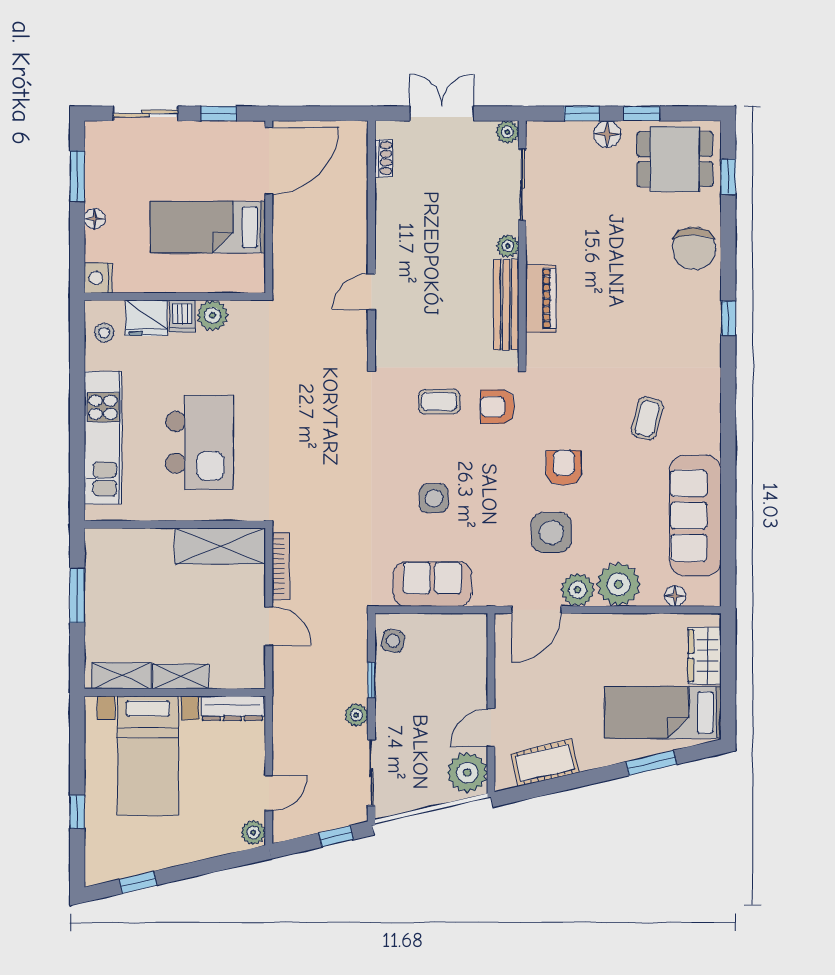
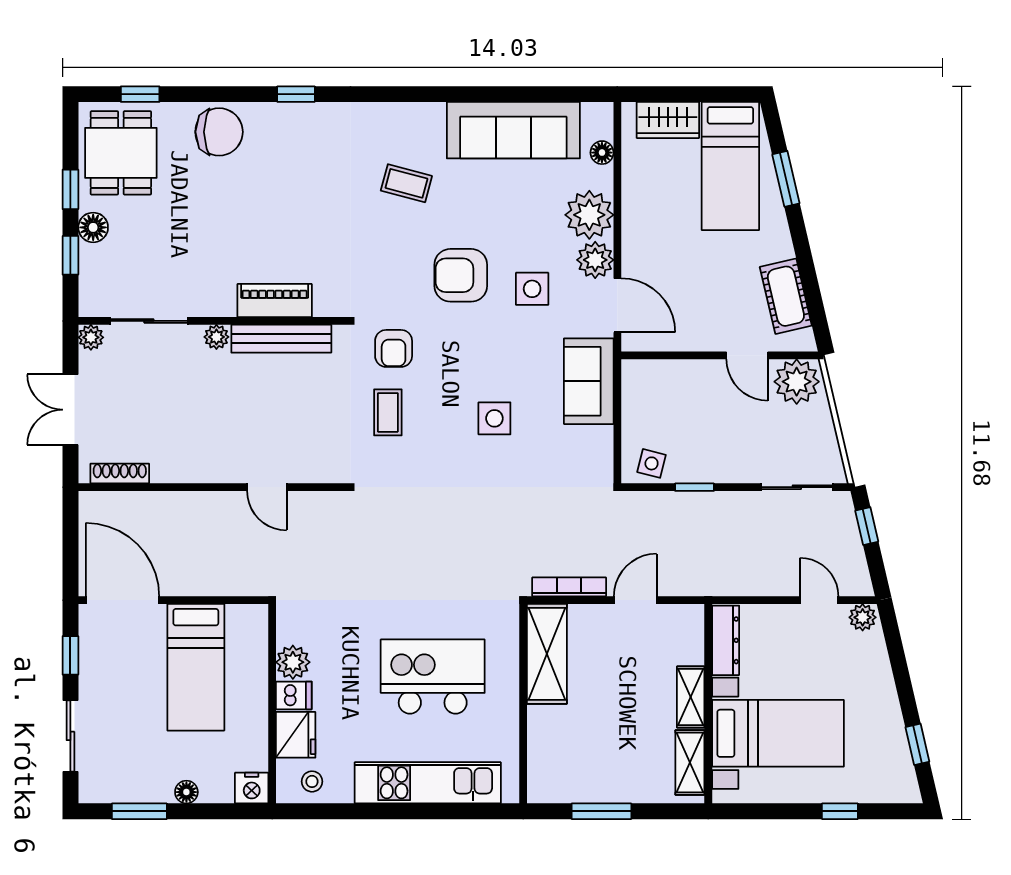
shoe rack: (384, 158) -> (120, 473), width x1.43
armchair: (564, 468) -> (461, 275), width x1.38, depth x1.38
side table: (551, 533) -> (532, 289), width x0.73, depth x0.73
sofa: (432, 584) -> (589, 381), moved
plant: (356, 715) -> (733, 504), removed

